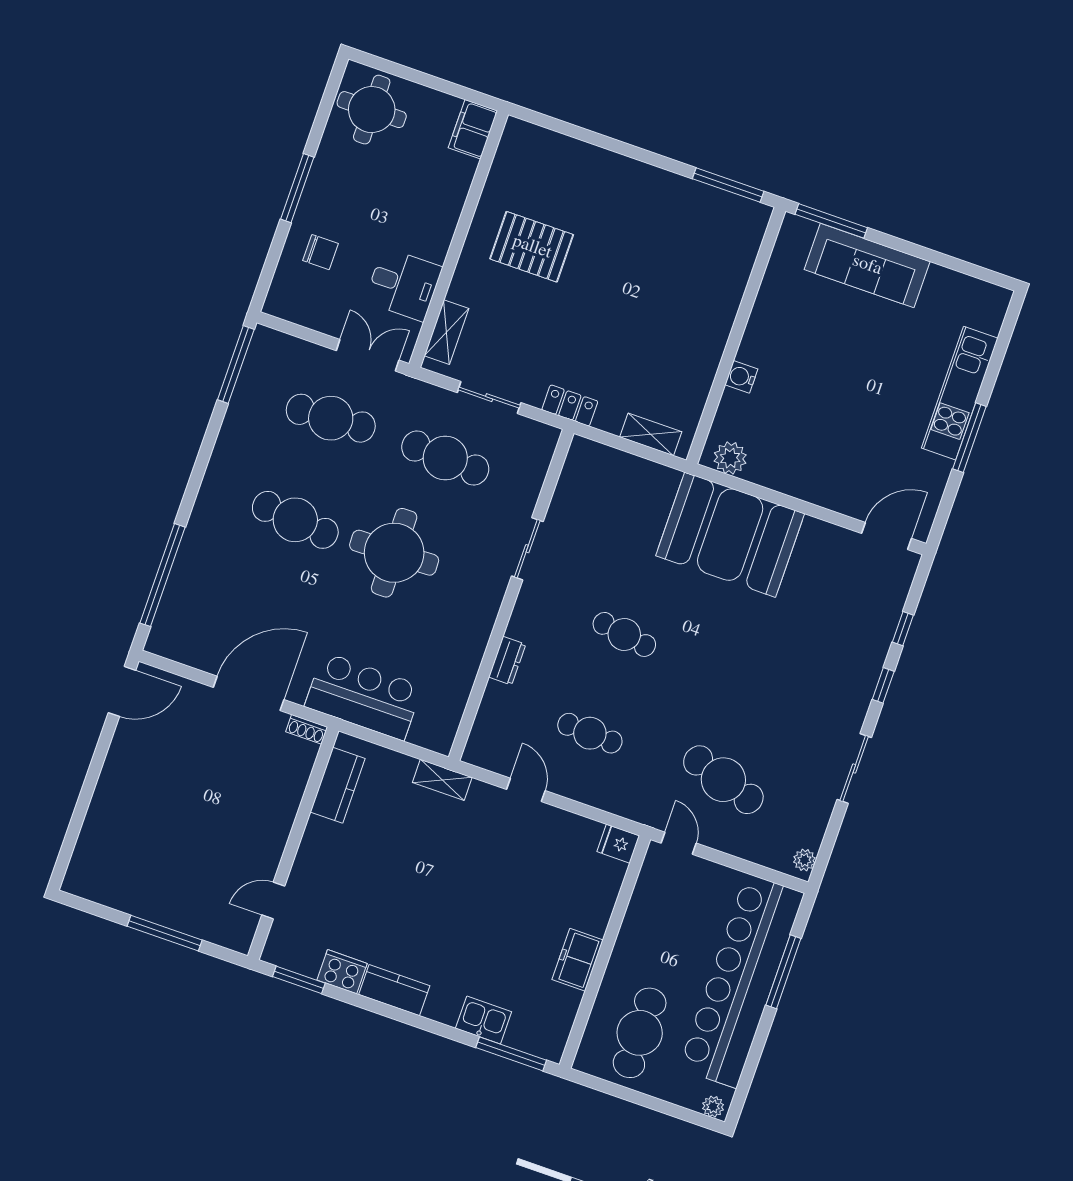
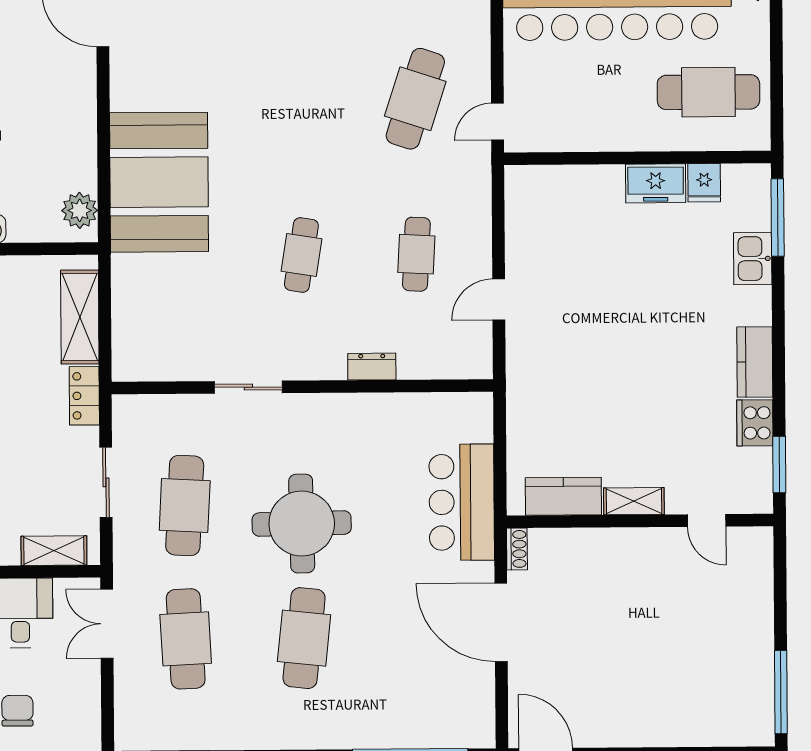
shelving: (651, 434) -> (80, 317), width x1.50, depth x1.33
shelving: (442, 780) -> (634, 501), moved, turned 90
fridge: (618, 844) -> (704, 183), moved
window: (165, 933) -> (781, 692), moved

